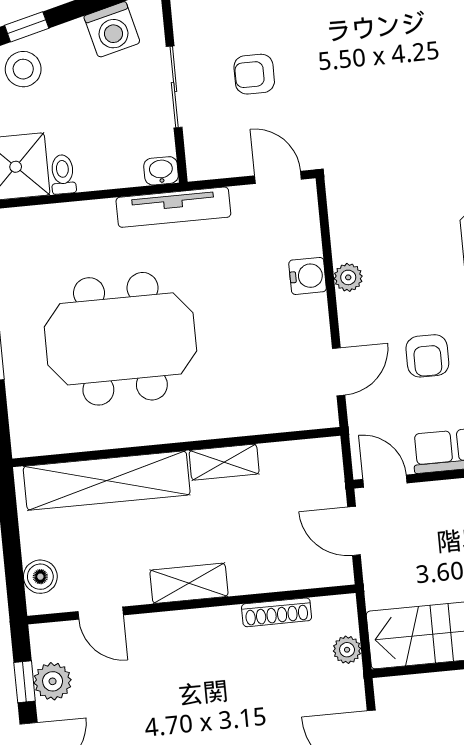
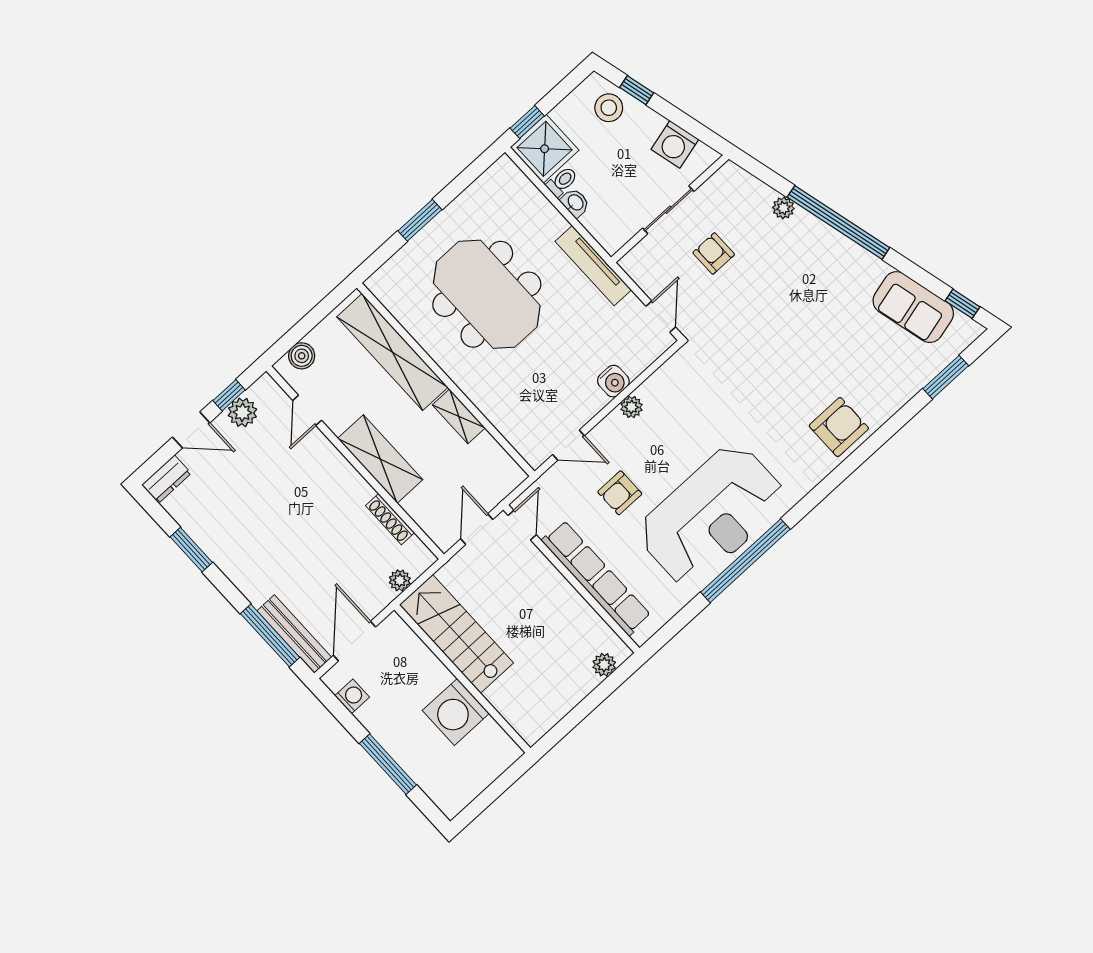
washbasin: (161, 171) -> (575, 203), moved
shelving: (189, 583) -> (380, 459), width x1.50, depth x1.33

